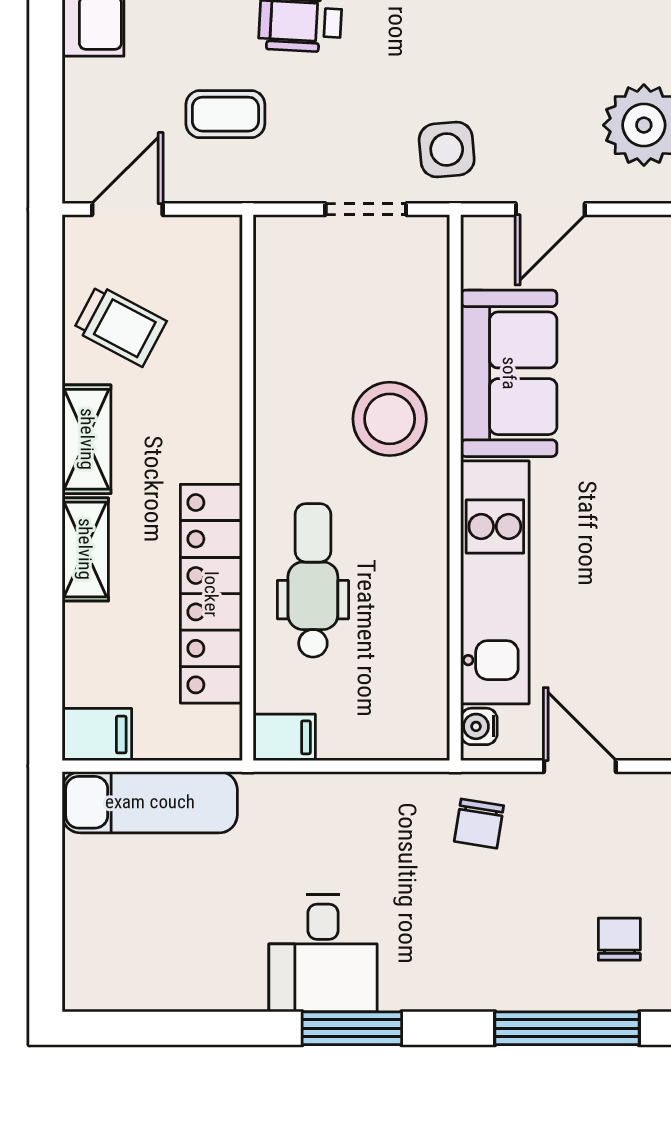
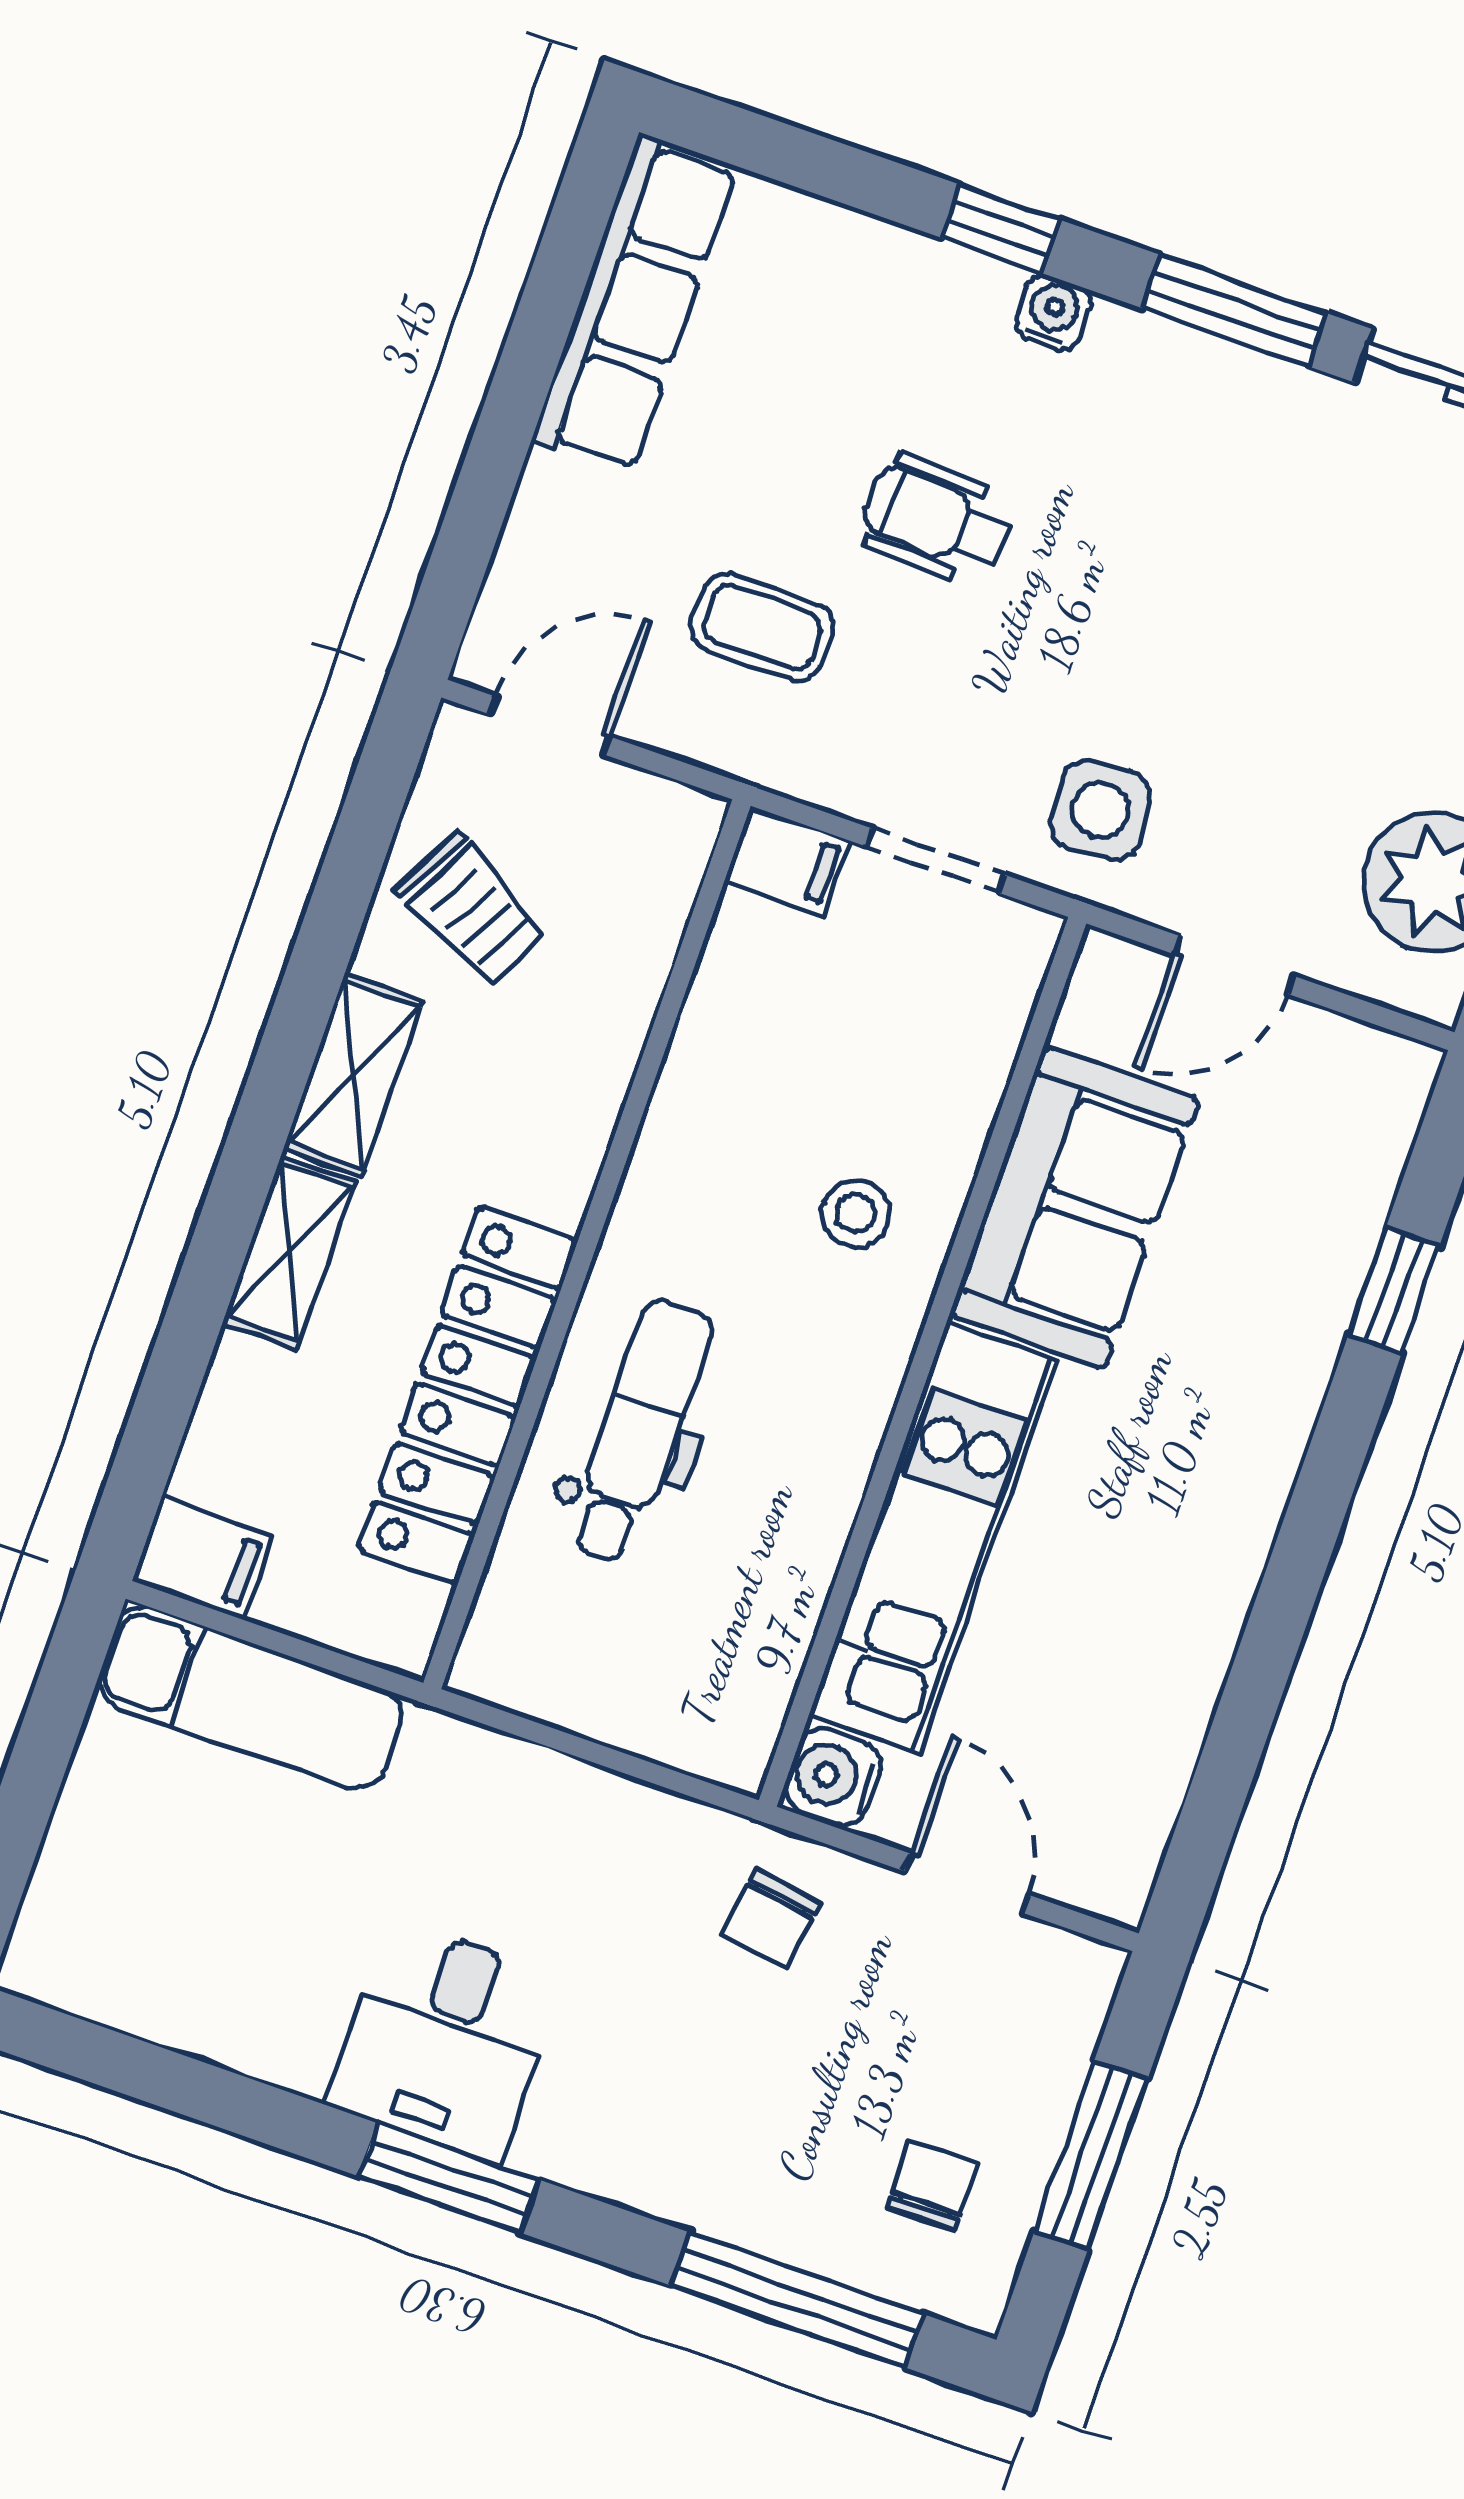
stool: (390, 419) -> (855, 1214), width x0.53, depth x0.53
water cooler: (479, 726) -> (833, 1777), width x1.38, depth x1.38
filing cabinet: (284, 737) -> (787, 861), moved

